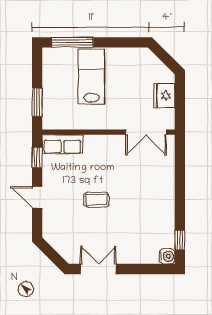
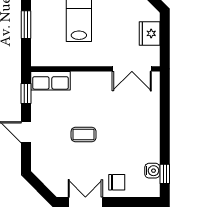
window: (37, 102) -> (26, 25), moved
chair: (131, 249) -> (117, 182), added
water cooler: (167, 256) -> (152, 171), moved

